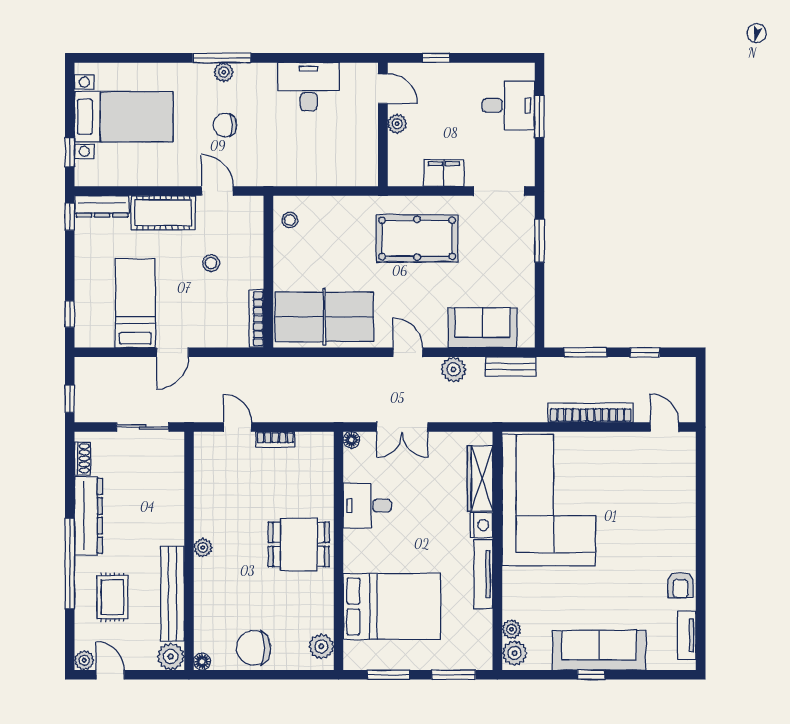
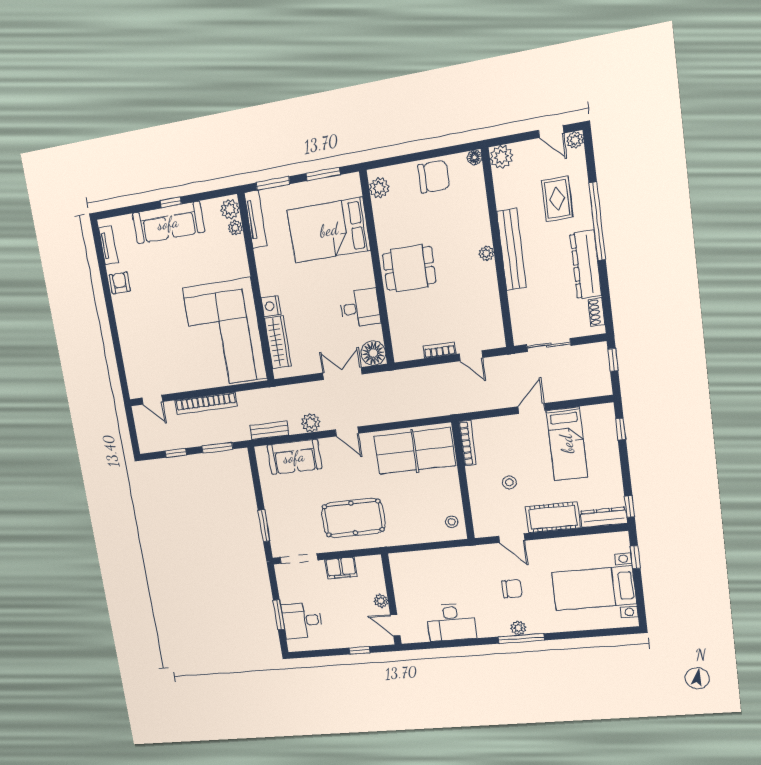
floor lamp: (351, 440) -> (373, 353), width x1.89, depth x1.89
tv unit: (483, 574) -> (256, 219), moved
bench: (172, 594) -> (512, 249), moved

